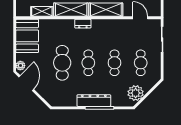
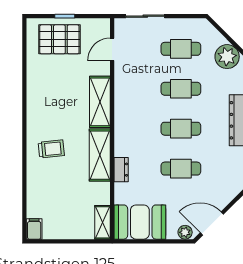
shelving: (42, 11) -> (103, 222), moved
dresser: (83, 24) -> (121, 170), moved
cafe table: (62, 63) -> (181, 169), width x0.73, depth x0.74

